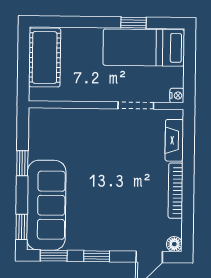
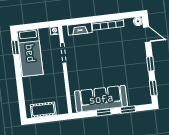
window: (133, 23) -> (15, 48), moved
cot: (45, 57) -> (43, 110), width x0.73, depth x0.75
sofa: (46, 205) -> (101, 99), moved
window: (22, 227) -> (128, 109), moved

